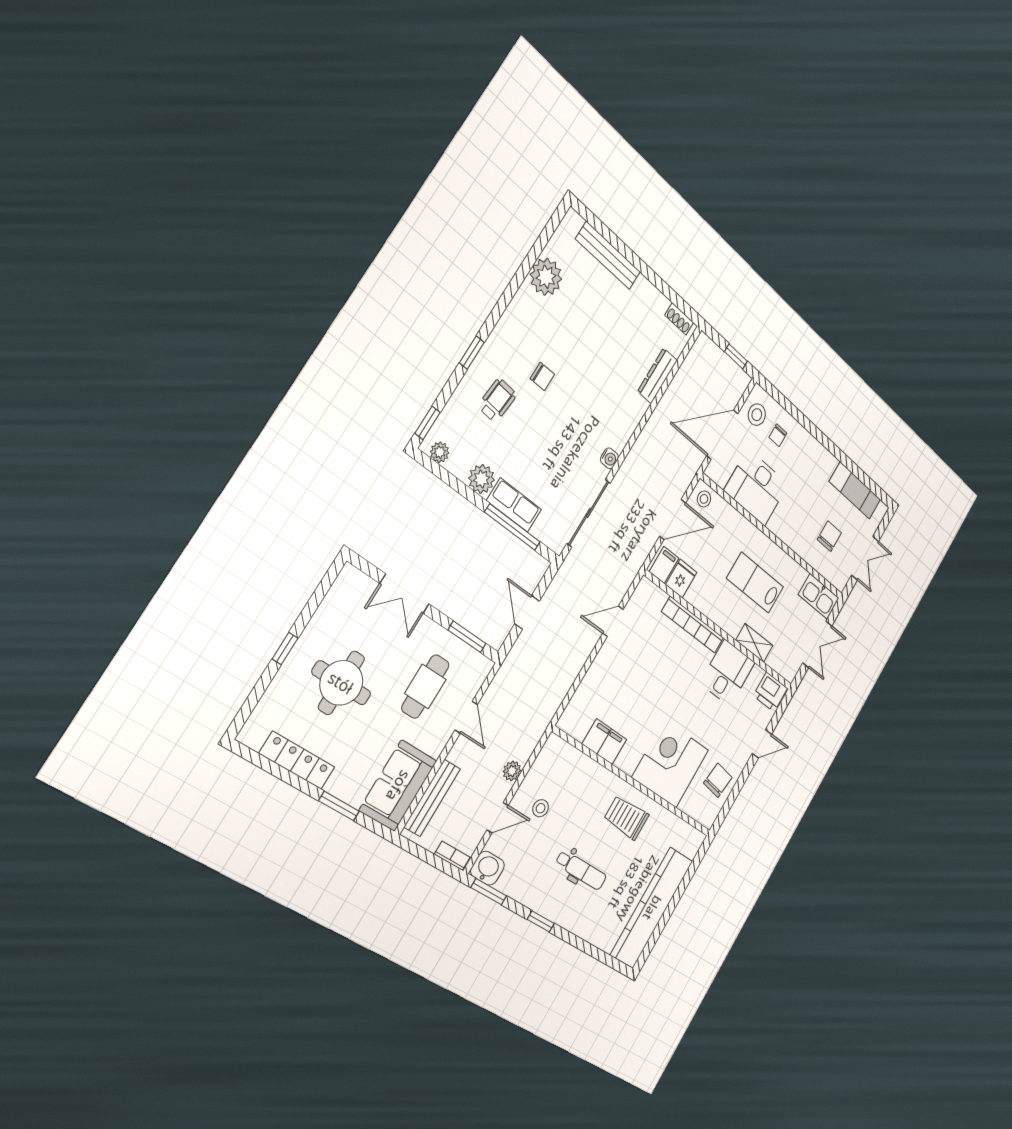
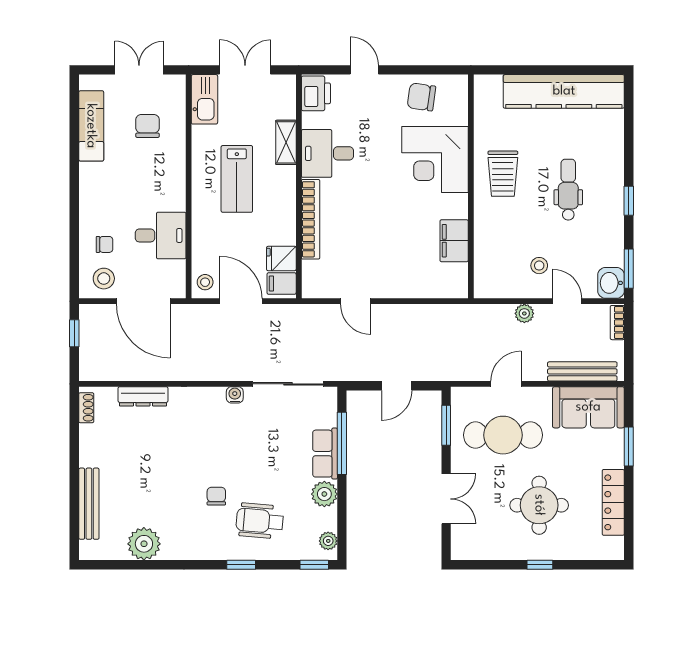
wheelchair: (497, 400) -> (260, 521), width x1.36, depth x1.37
desk: (756, 487) -> (161, 235), width x0.73
chair: (829, 536) -> (148, 126), turned 90
cafe table: (425, 687) -> (503, 435), width x1.37, depth x1.35

